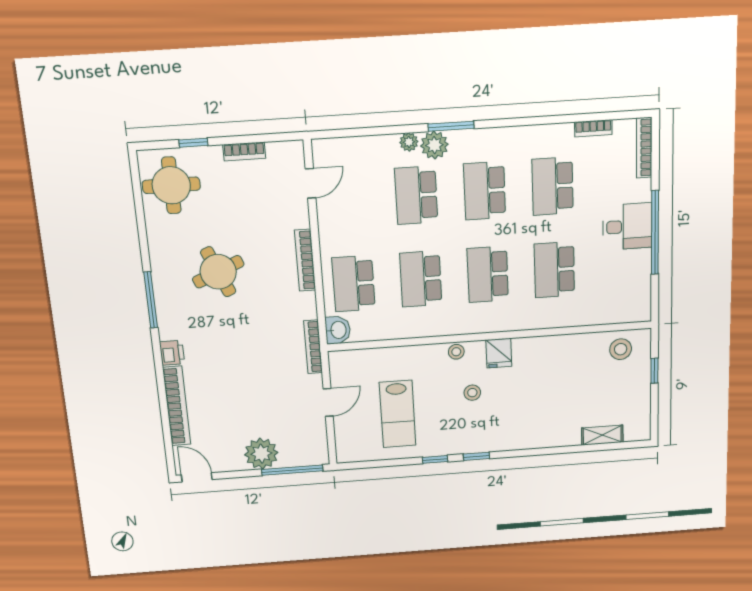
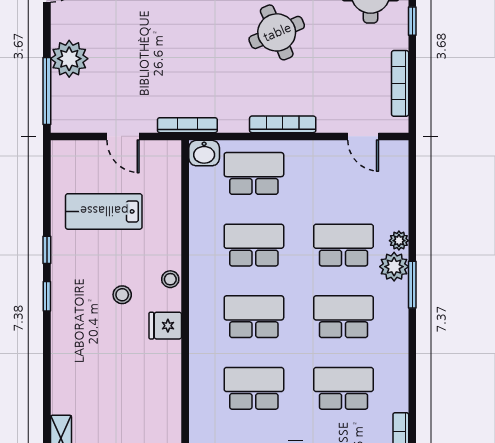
bookcase: (244, 151) -> (400, 83), width x1.56

